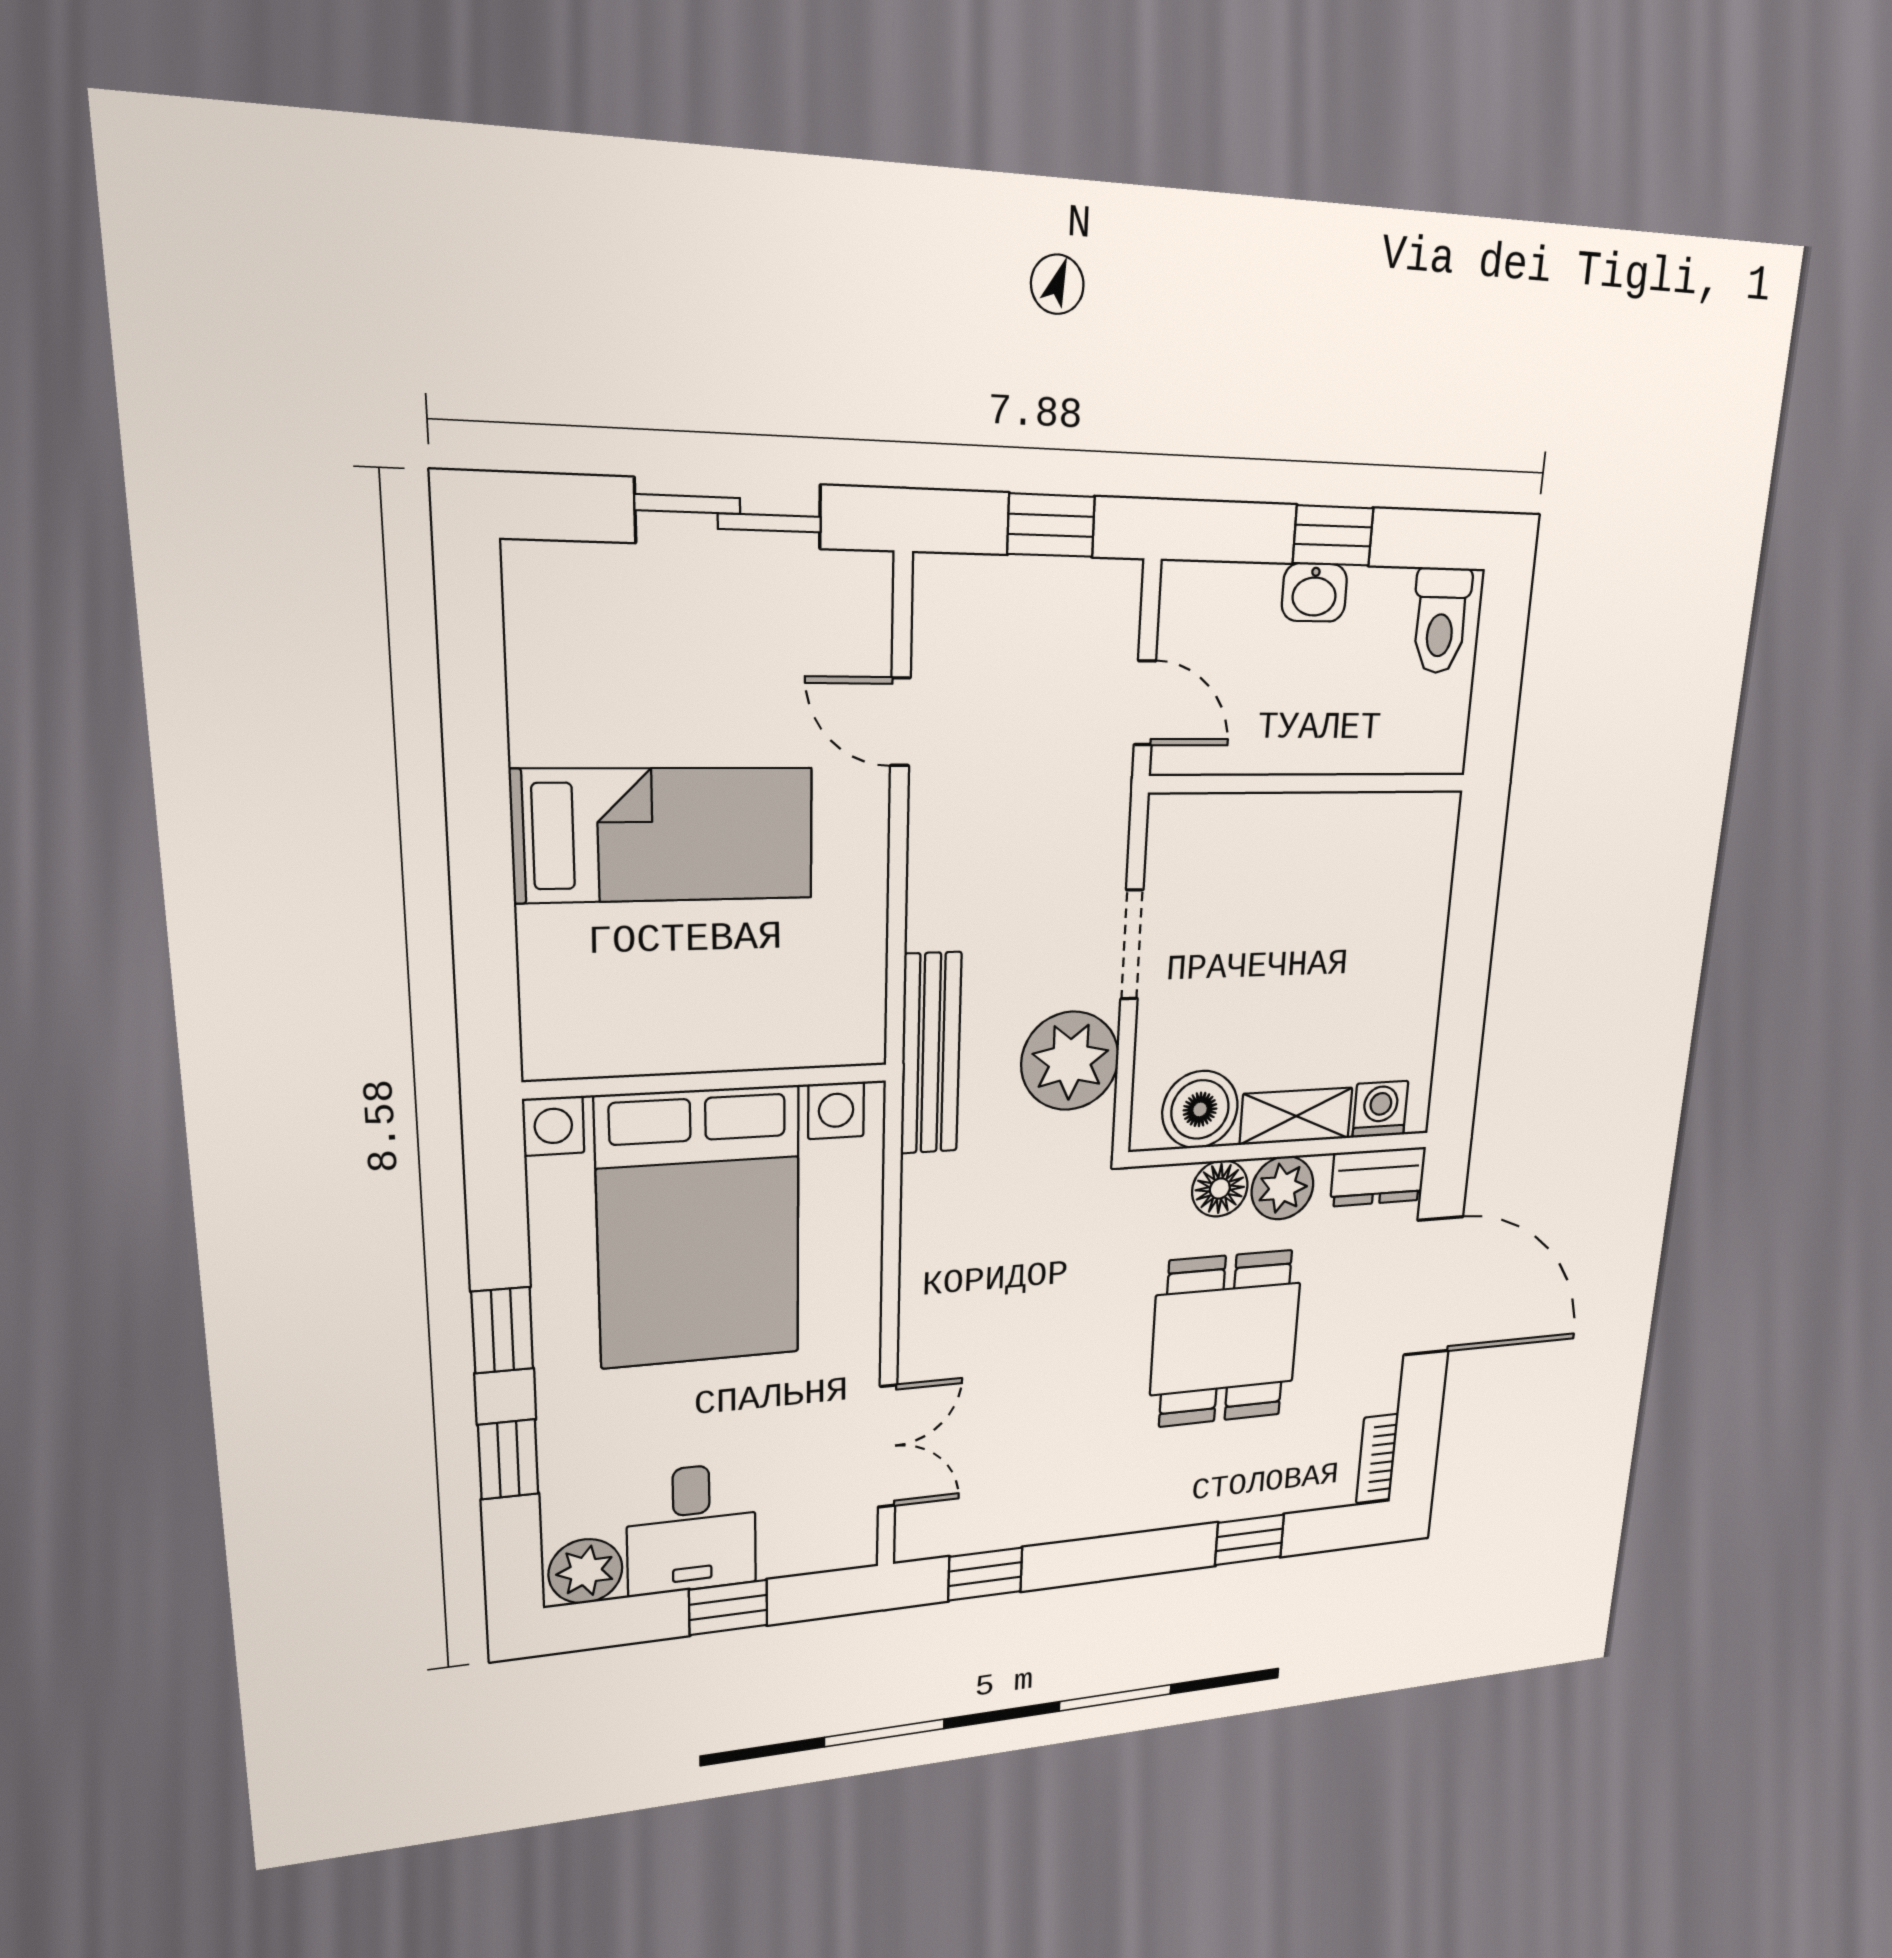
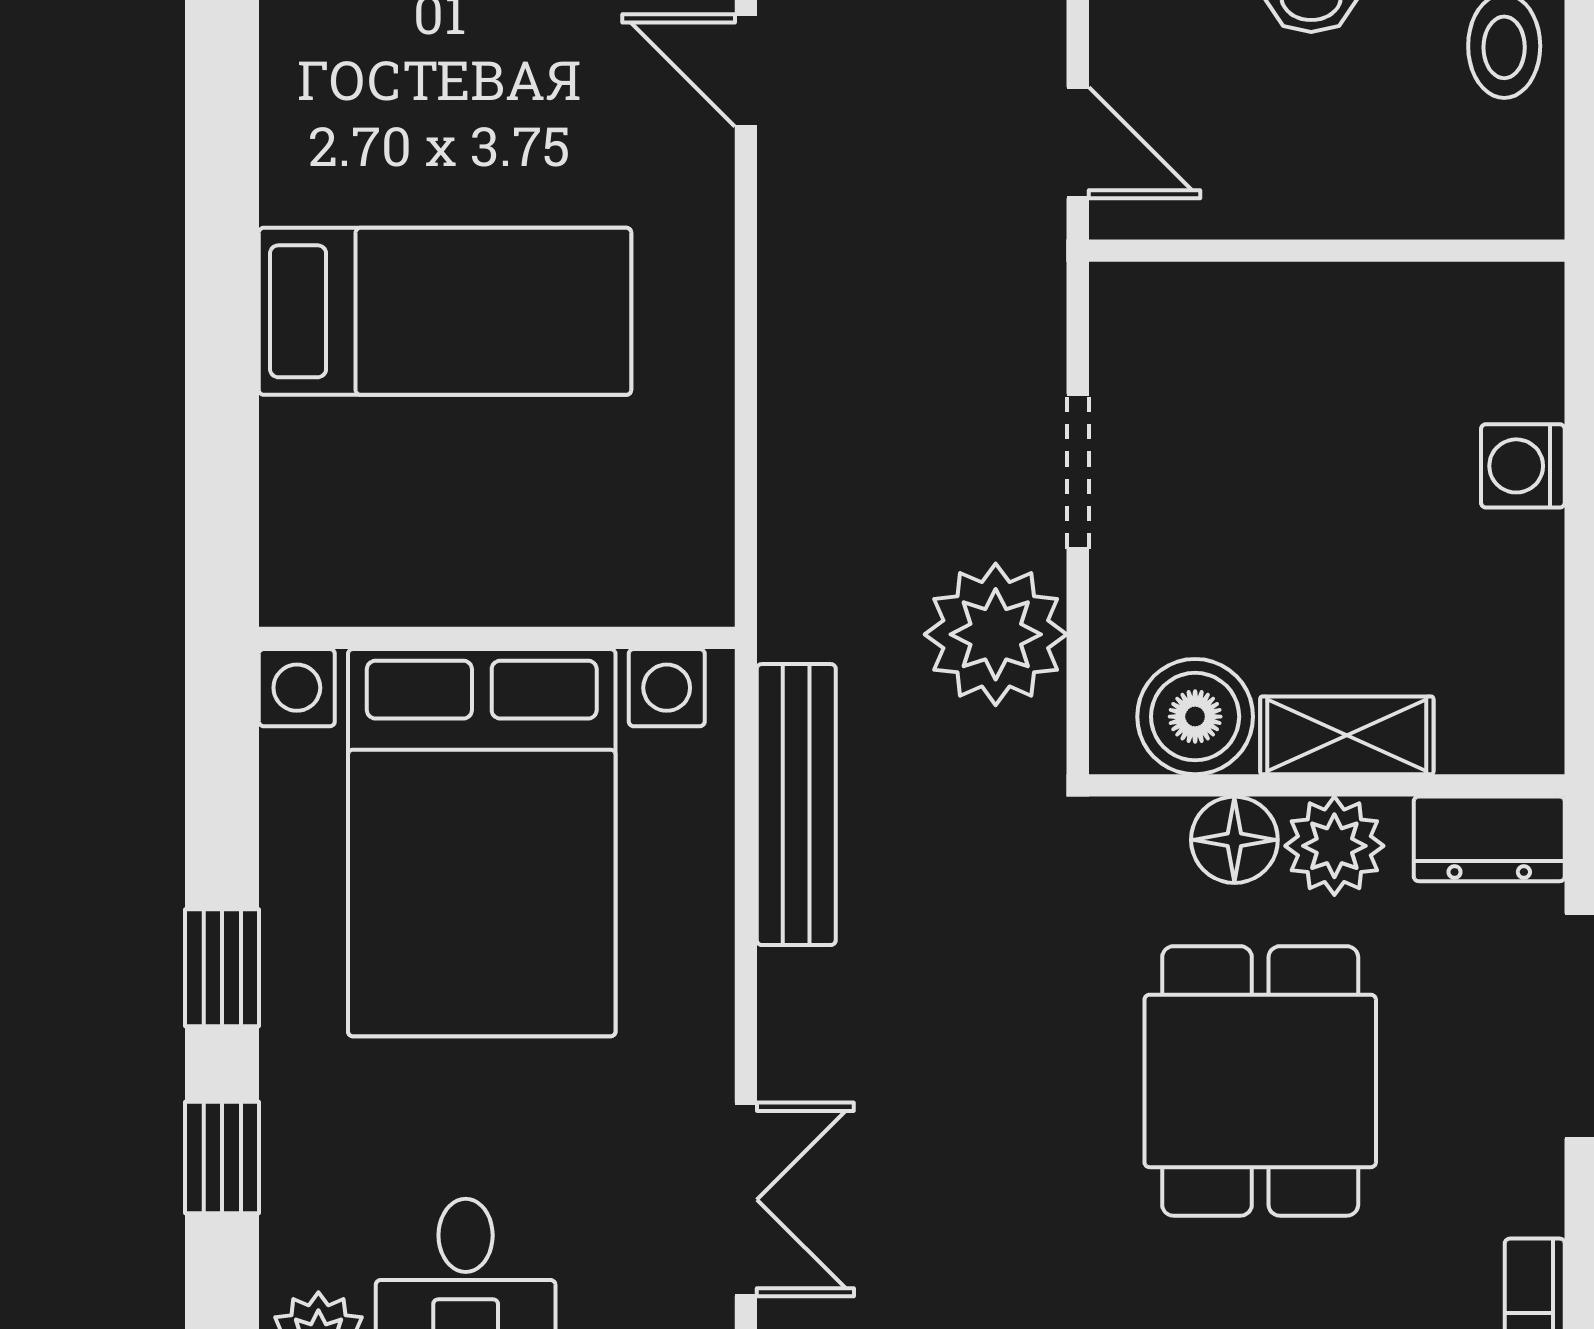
door: (900, 722) -> (746, 70), moved
bench: (931, 1054) -> (796, 805), moved
washing machine: (1380, 1109) -> (1523, 466), moved, turned -90

